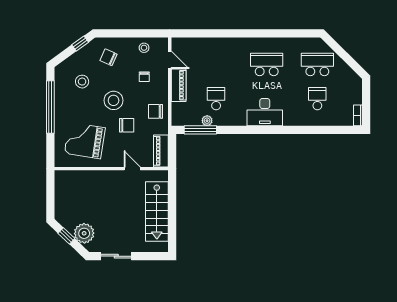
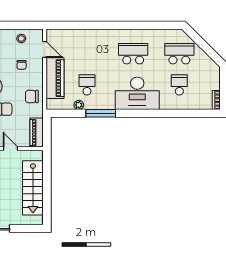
piano: (179, 85) -> (55, 78), width x1.37, depth x1.33
desk: (265, 112) -> (137, 93), width x1.36, depth x1.30
window: (200, 130) -> (101, 113), moved

